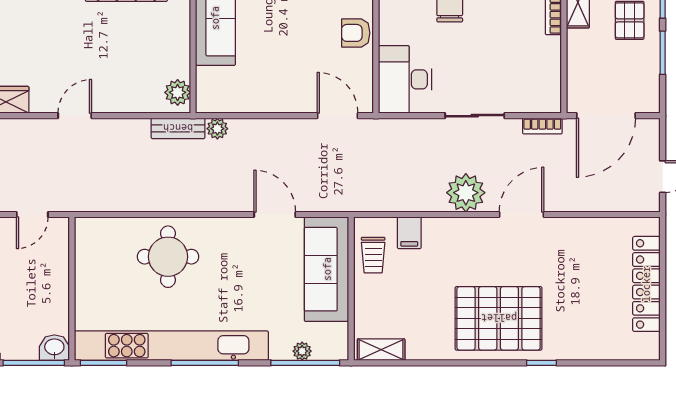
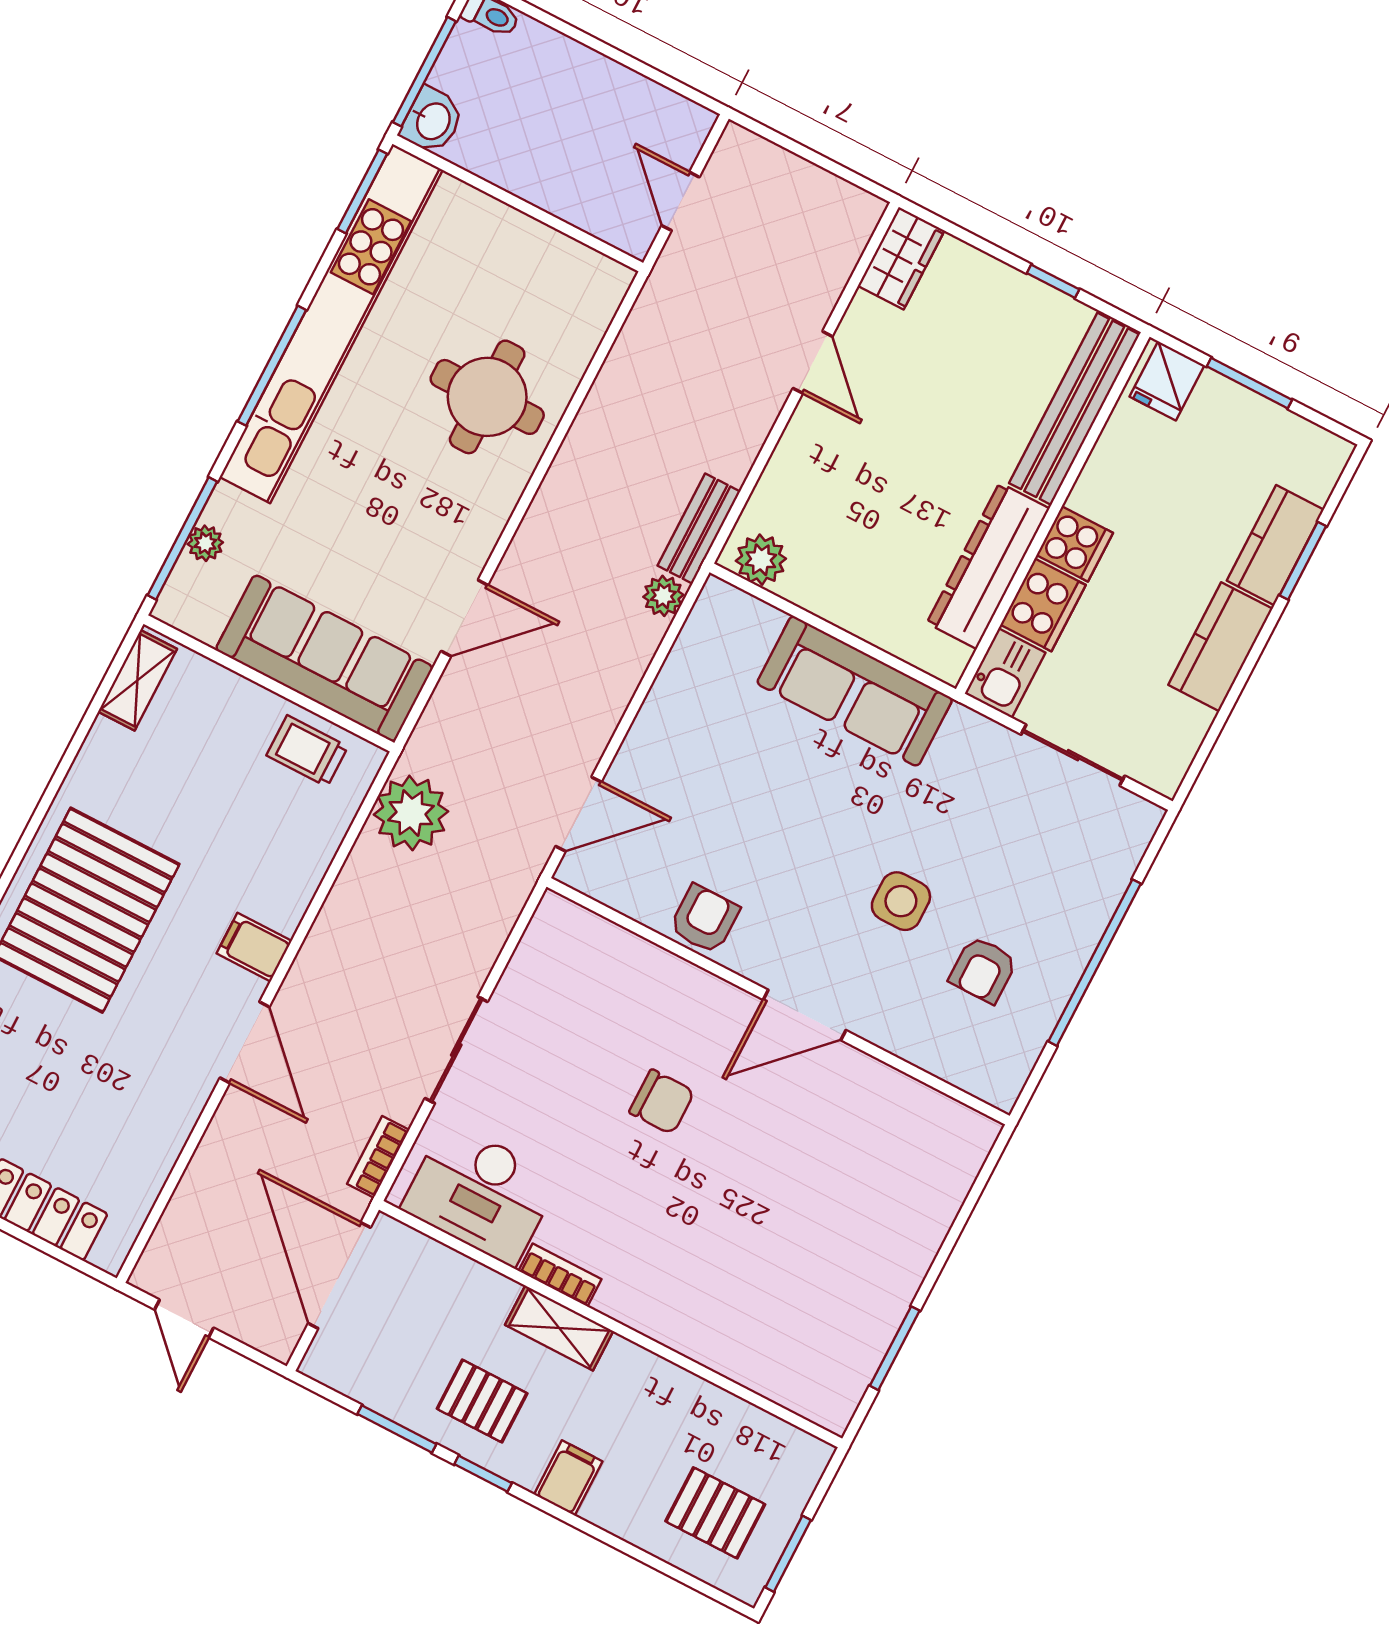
desk: (405, 79) -> (480, 1193), moved, turned 180
plant: (466, 193) -> (411, 813), moved
filing cabinet: (409, 233) -> (254, 947), moved

